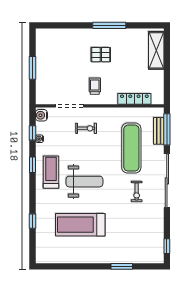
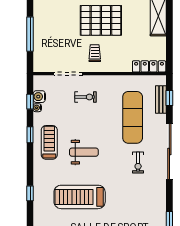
pallet: (101, 55) -> (101, 20), width x2.05, depth x2.00
window: (33, 68) -> (30, 34), width x1.44
locker: (134, 99) -> (149, 66), moved
water cooler: (41, 115) -> (39, 97), moved
window: (167, 129) -> (169, 98), width x0.46
weight bench: (84, 182) -> (84, 152), width x0.73, depth x0.75

